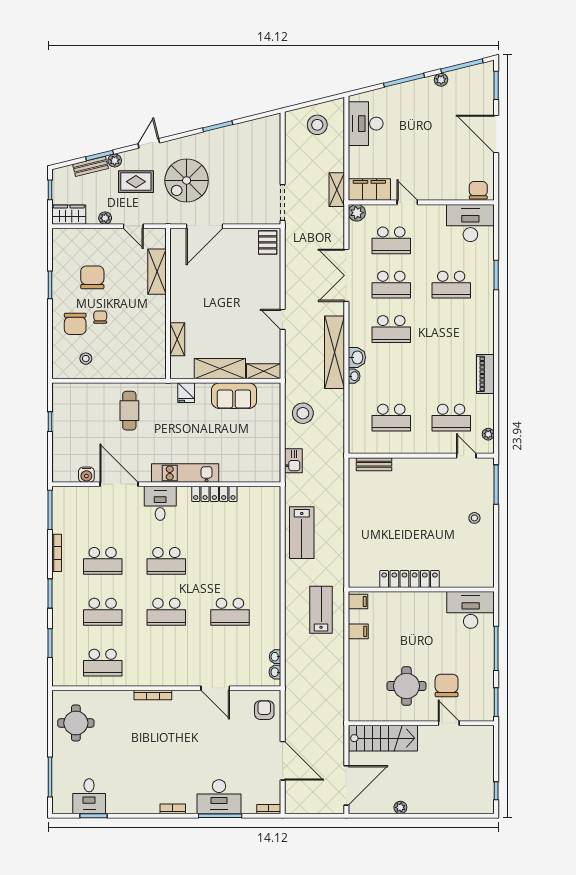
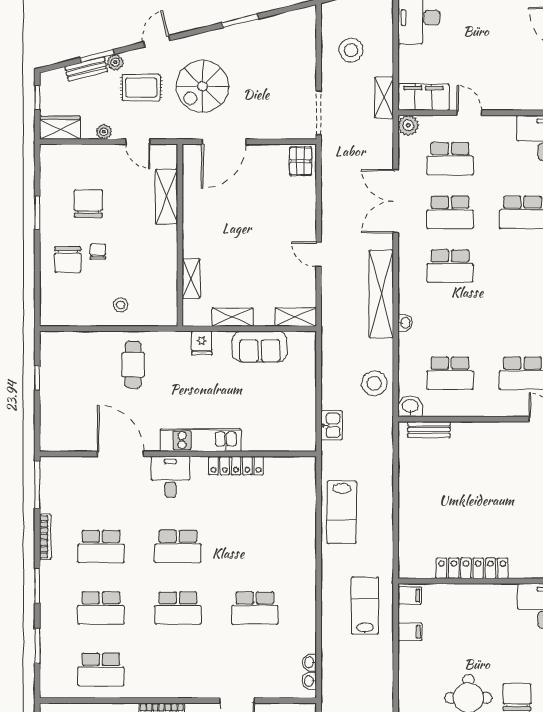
stool: (317, 125) -> (351, 50), moved
washbasin: (357, 357) -> (410, 406), moved, turned -90
stool: (86, 359) -> (121, 305), moved
shelving: (220, 369) -> (233, 317), width x0.67, depth x0.75
stool: (303, 413) -> (374, 383), moved
water cooler: (86, 475) -> (81, 442), removed

